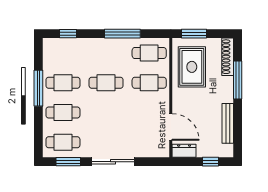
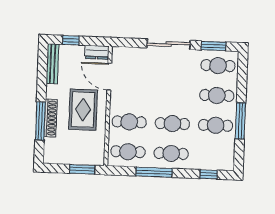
cafe table: (106, 53) -> (171, 153), added
shoe rack: (228, 57) -> (51, 118), moved
rug: (192, 67) -> (83, 110), moved
bench: (228, 123) -> (52, 64), moved

